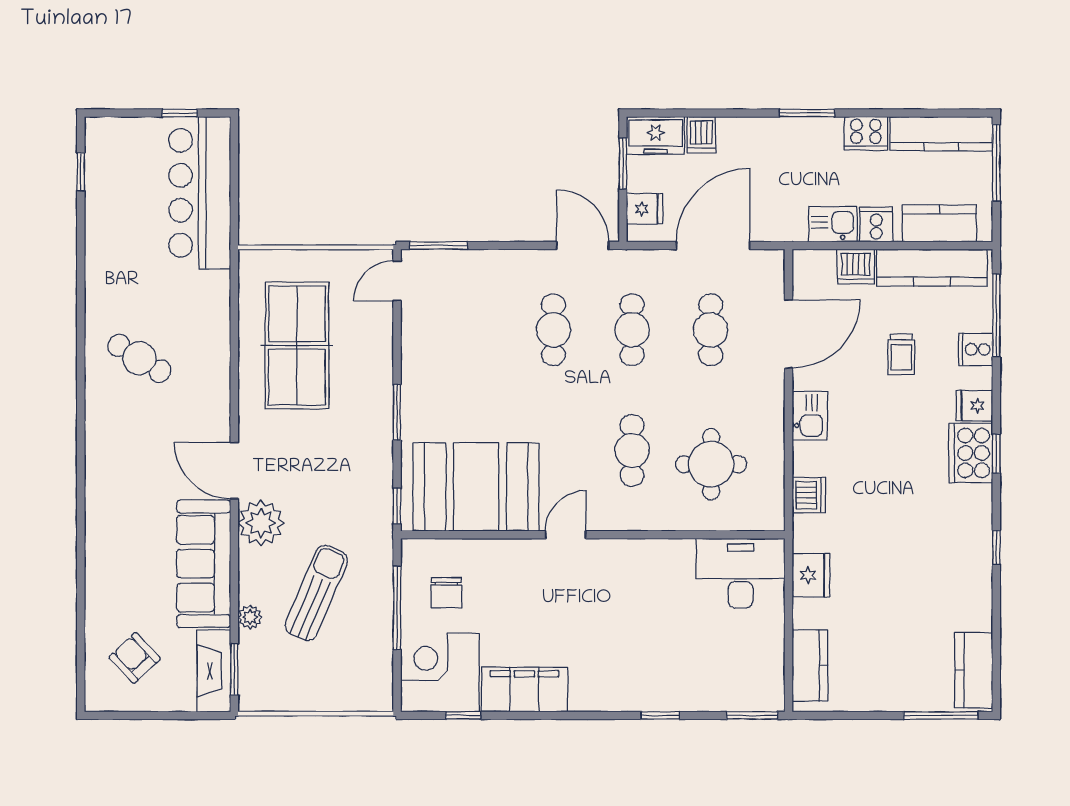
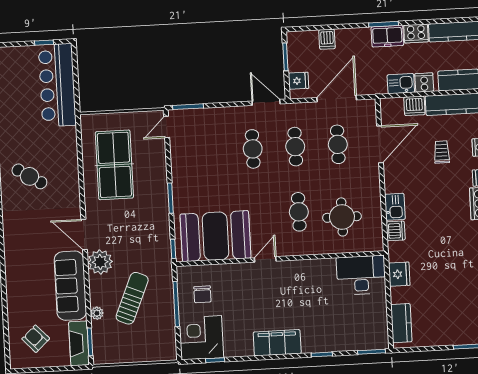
freezer: (656, 136) -> (387, 36), moved
trolley: (901, 354) -> (442, 152), turned 180
kitchen sink: (810, 416) -> (395, 207), moved
filing cabinet: (524, 689) -> (277, 343), moved

